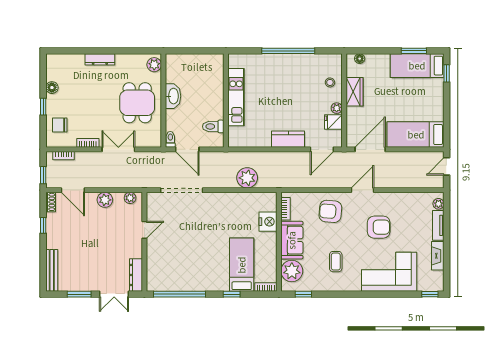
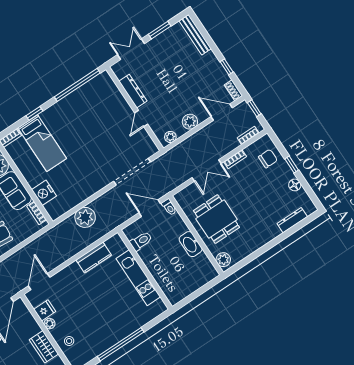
dresser: (100, 59) -> (292, 220), moved
kitchen counter: (288, 139) -> (94, 257), moved
dresser: (136, 275) -> (133, 91), moved

